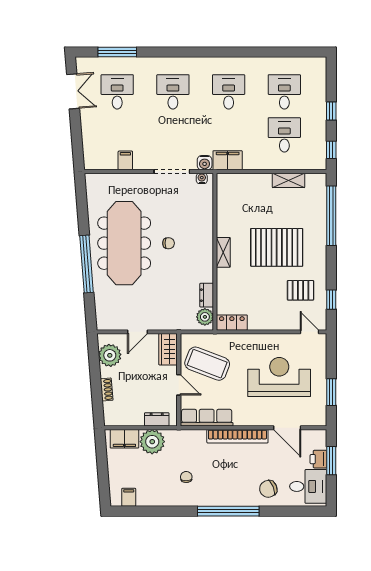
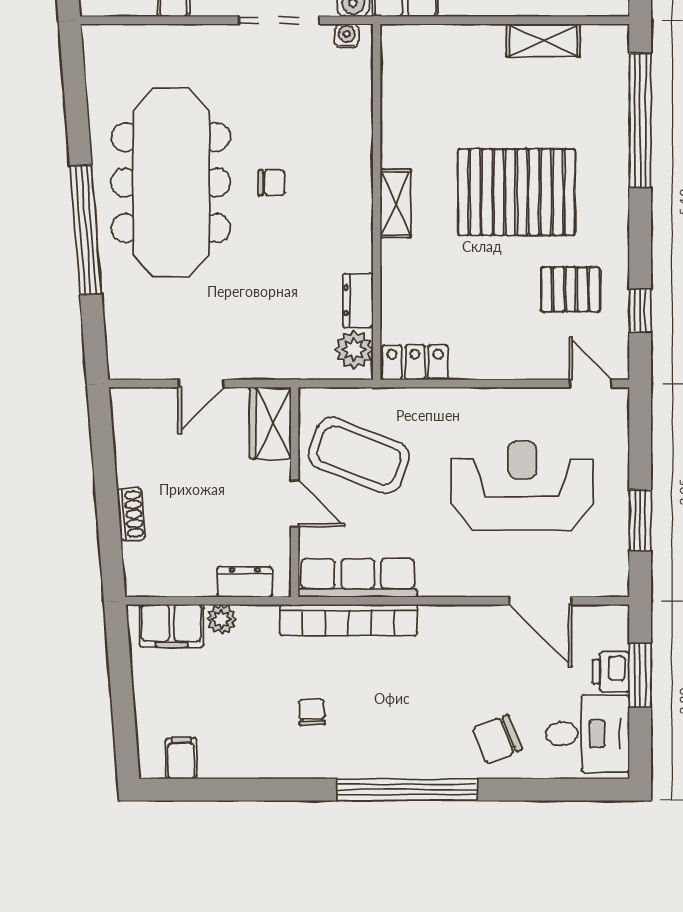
plant: (110, 355) -> (138, 437), removed
bookcase: (237, 436) -> (348, 620), moved
plant: (152, 442) -> (221, 619), width x0.53, depth x0.53

